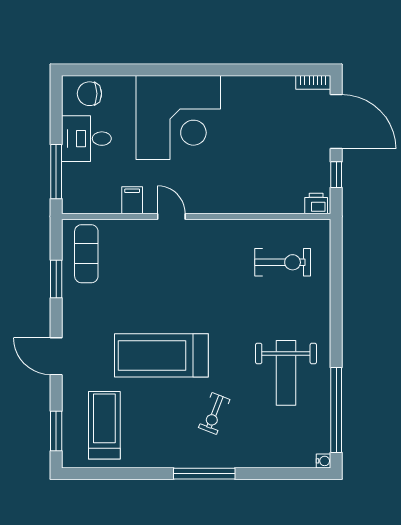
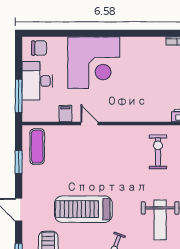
chair: (89, 94) -> (39, 48), turned 180
desk: (86, 139) -> (37, 81), width x1.37
exercise bike: (283, 262) -> (158, 152), turned -90

